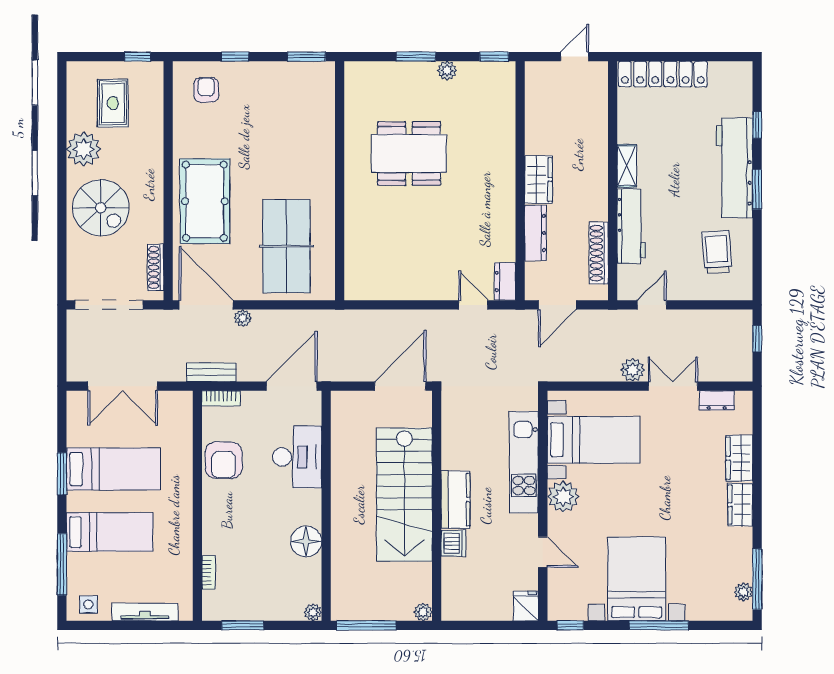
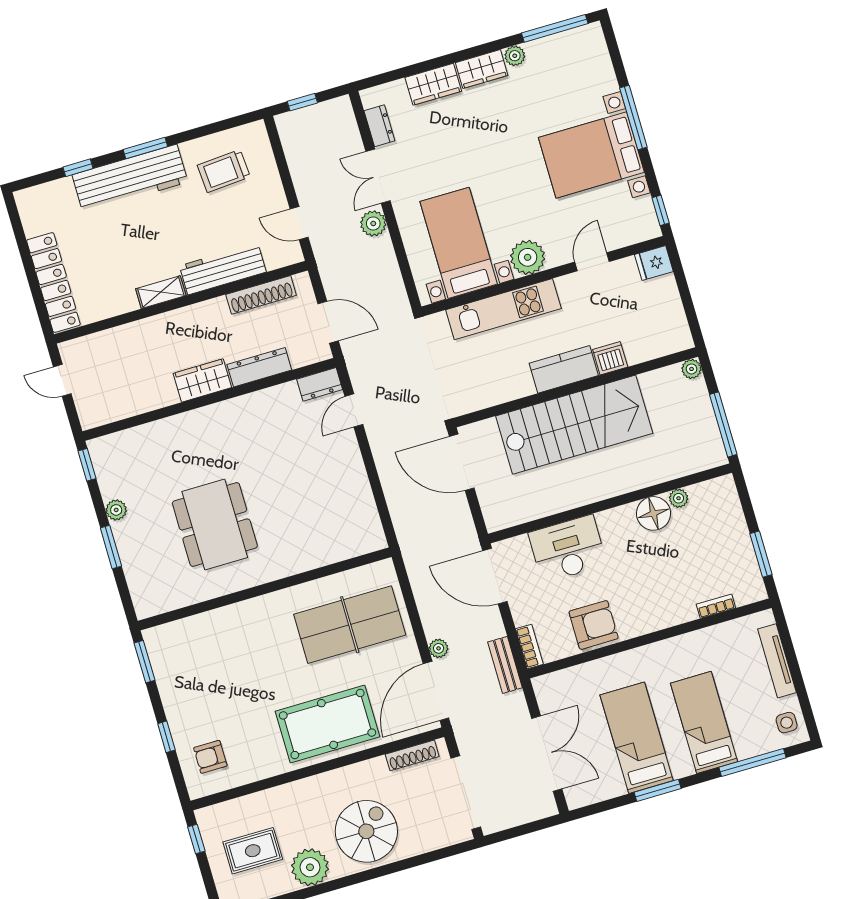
plant: (743, 592) -> (515, 56), moved
plant: (313, 612) -> (679, 498), moved

